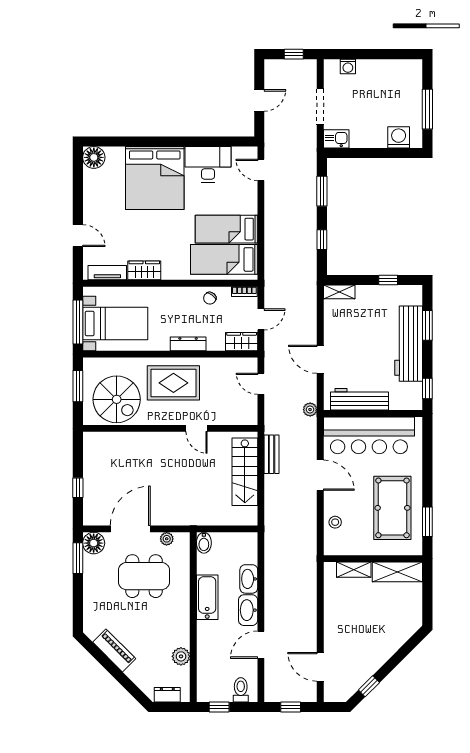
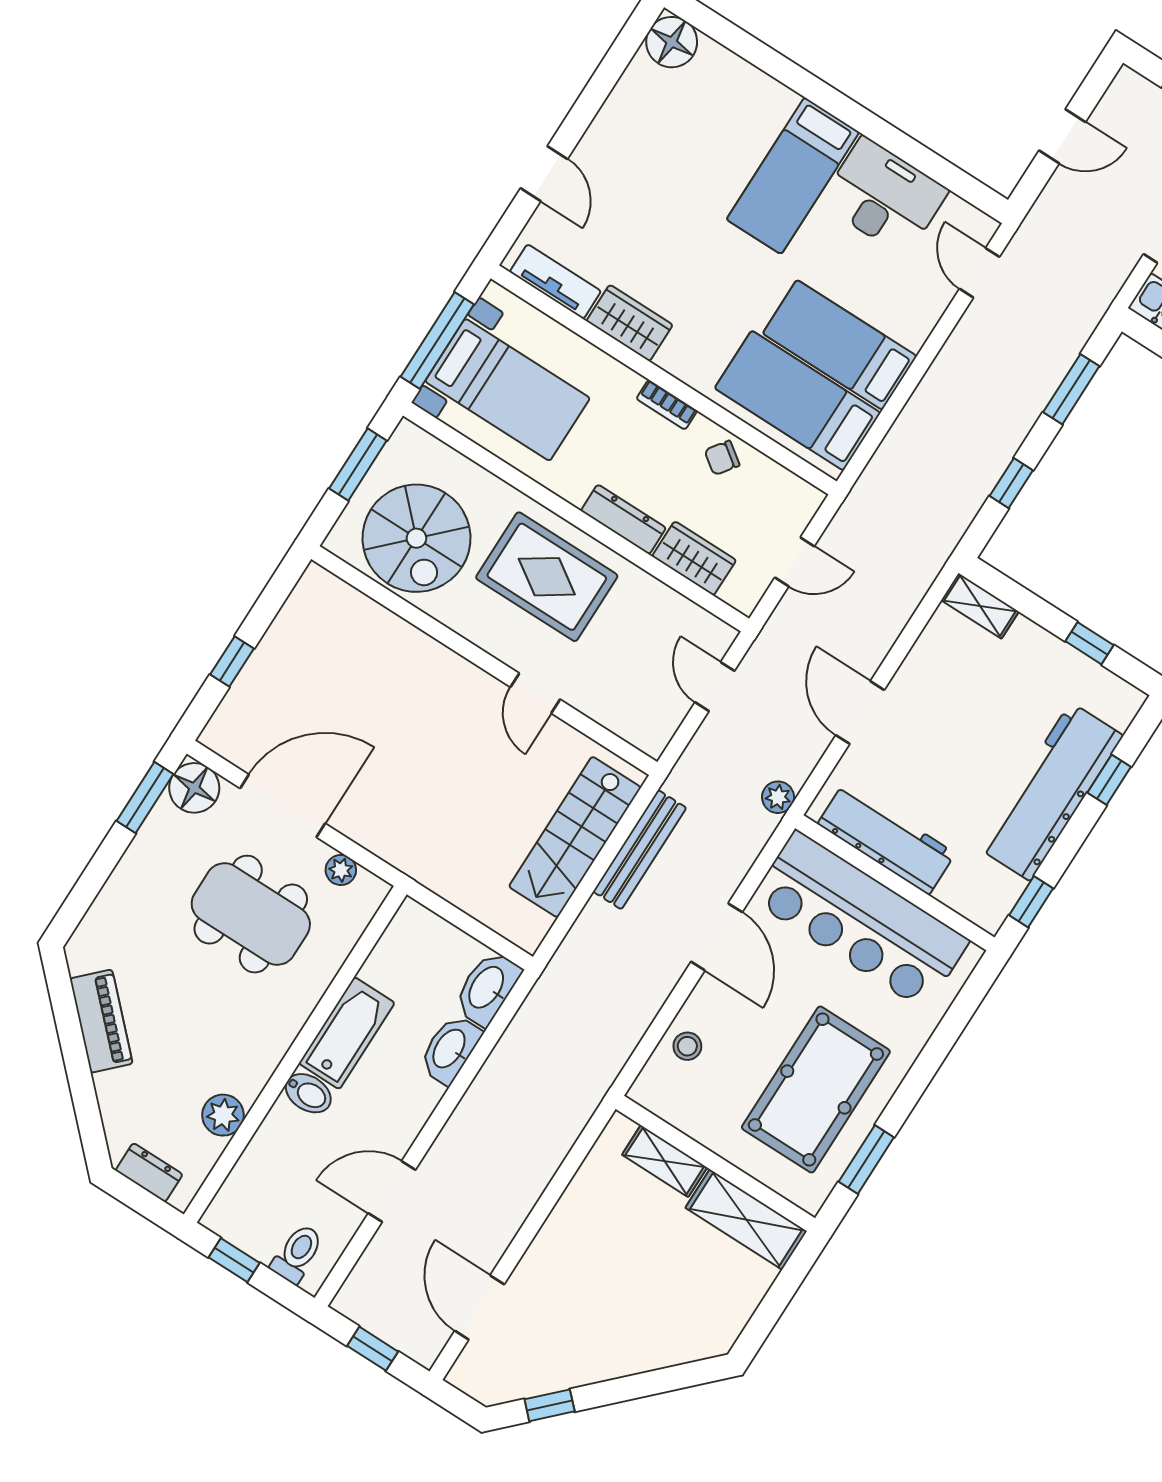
bed: (155, 178) -> (793, 176), width x0.49
bookcase: (244, 292) -> (667, 405), moved
window: (427, 325) -> (1109, 780), width x0.67
wardrobe: (242, 342) -> (694, 558), moved
bench: (272, 454) -> (640, 850), width x1.36
bidet: (204, 543) -> (308, 1093), moved, turned -90
washbasin: (248, 610) -> (487, 988), moved

